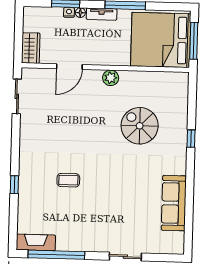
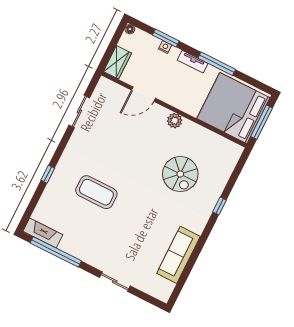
floor lamp: (80, 13) -> (130, 29), moved
sliding door: (17, 96) -> (79, 111), moved
spiral stairs: (140, 126) -> (180, 174), turned 180
coffee table: (68, 180) -> (96, 192), width x1.86, depth x1.72

